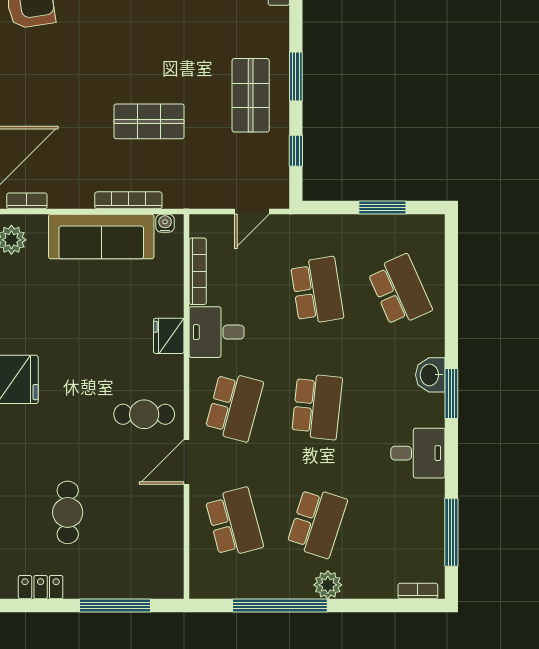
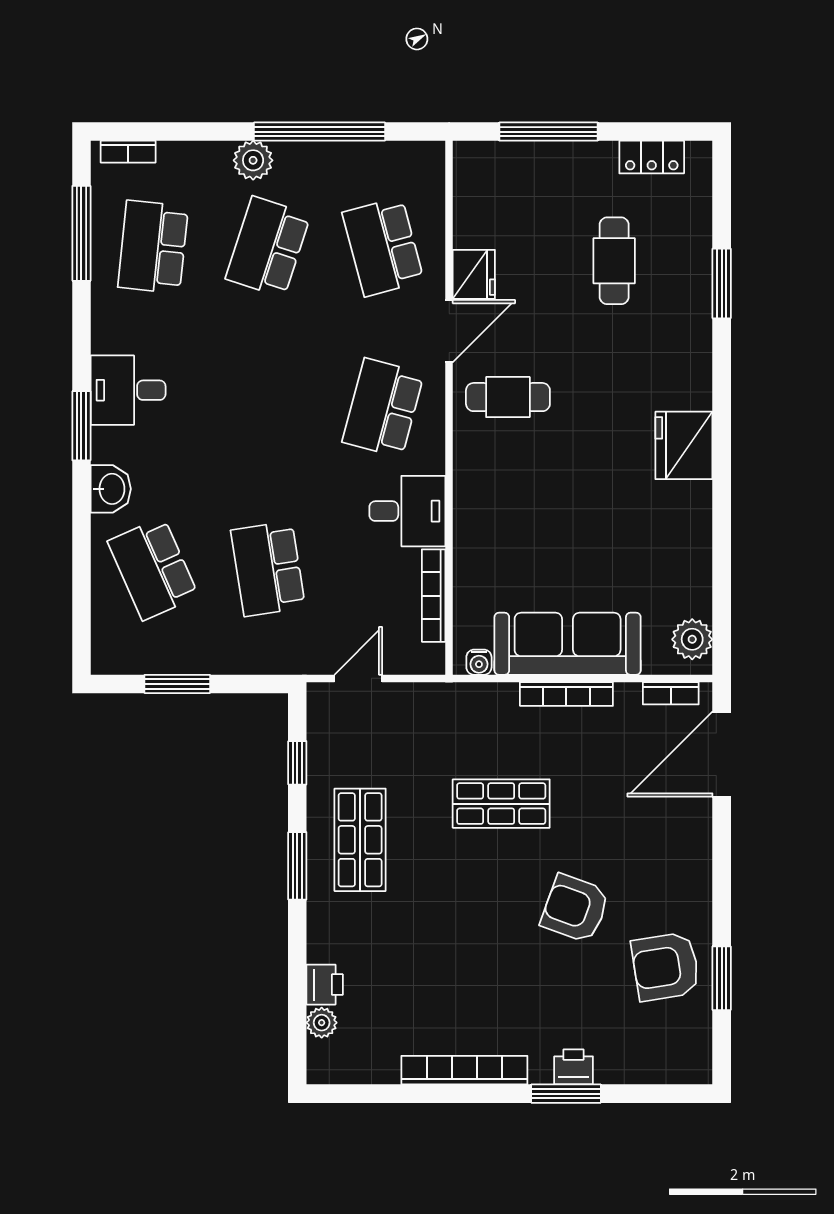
armchair: (96, 46) -> (575, 908), added
bookcase: (128, 200) -> (566, 694), moved
fridge: (169, 336) -> (474, 274), moved
washbasin: (430, 375) -> (111, 489), moved
school desk: (317, 407) -> (153, 247), moved
desk: (418, 453) -> (128, 390), moved

